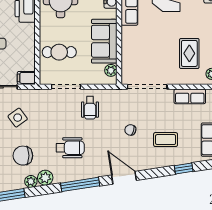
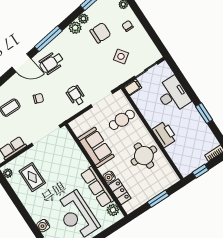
plant: (111, 70) -> (78, 130), removed
wheelchair: (70, 148) -> (51, 63), moved

